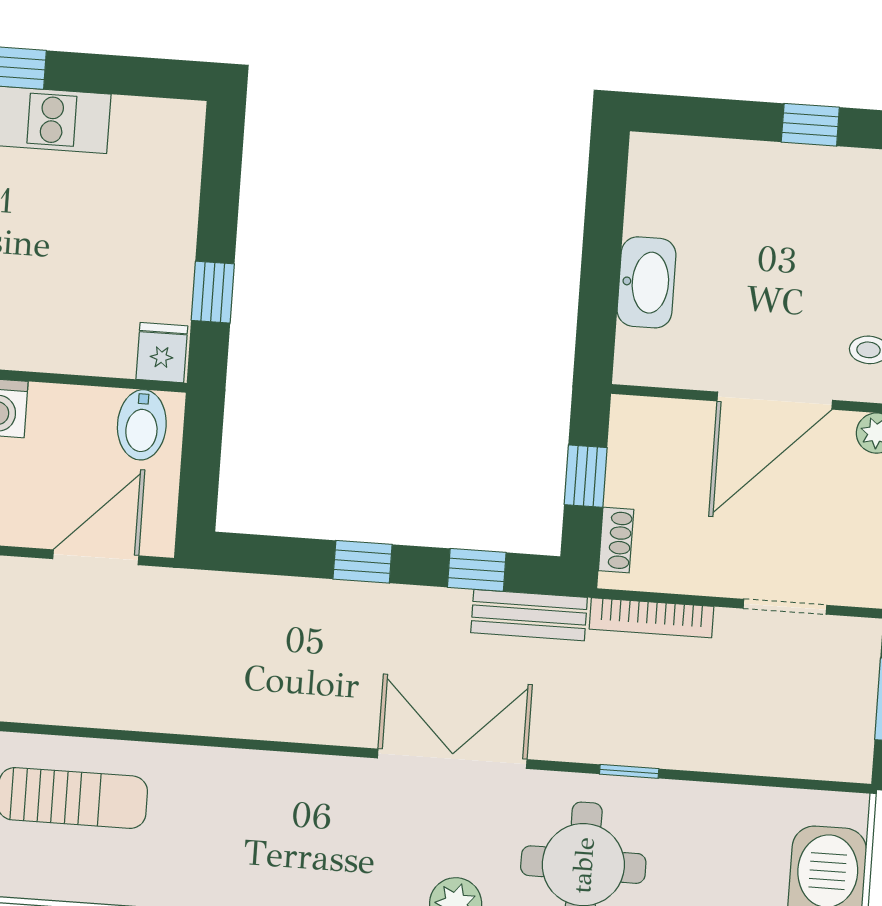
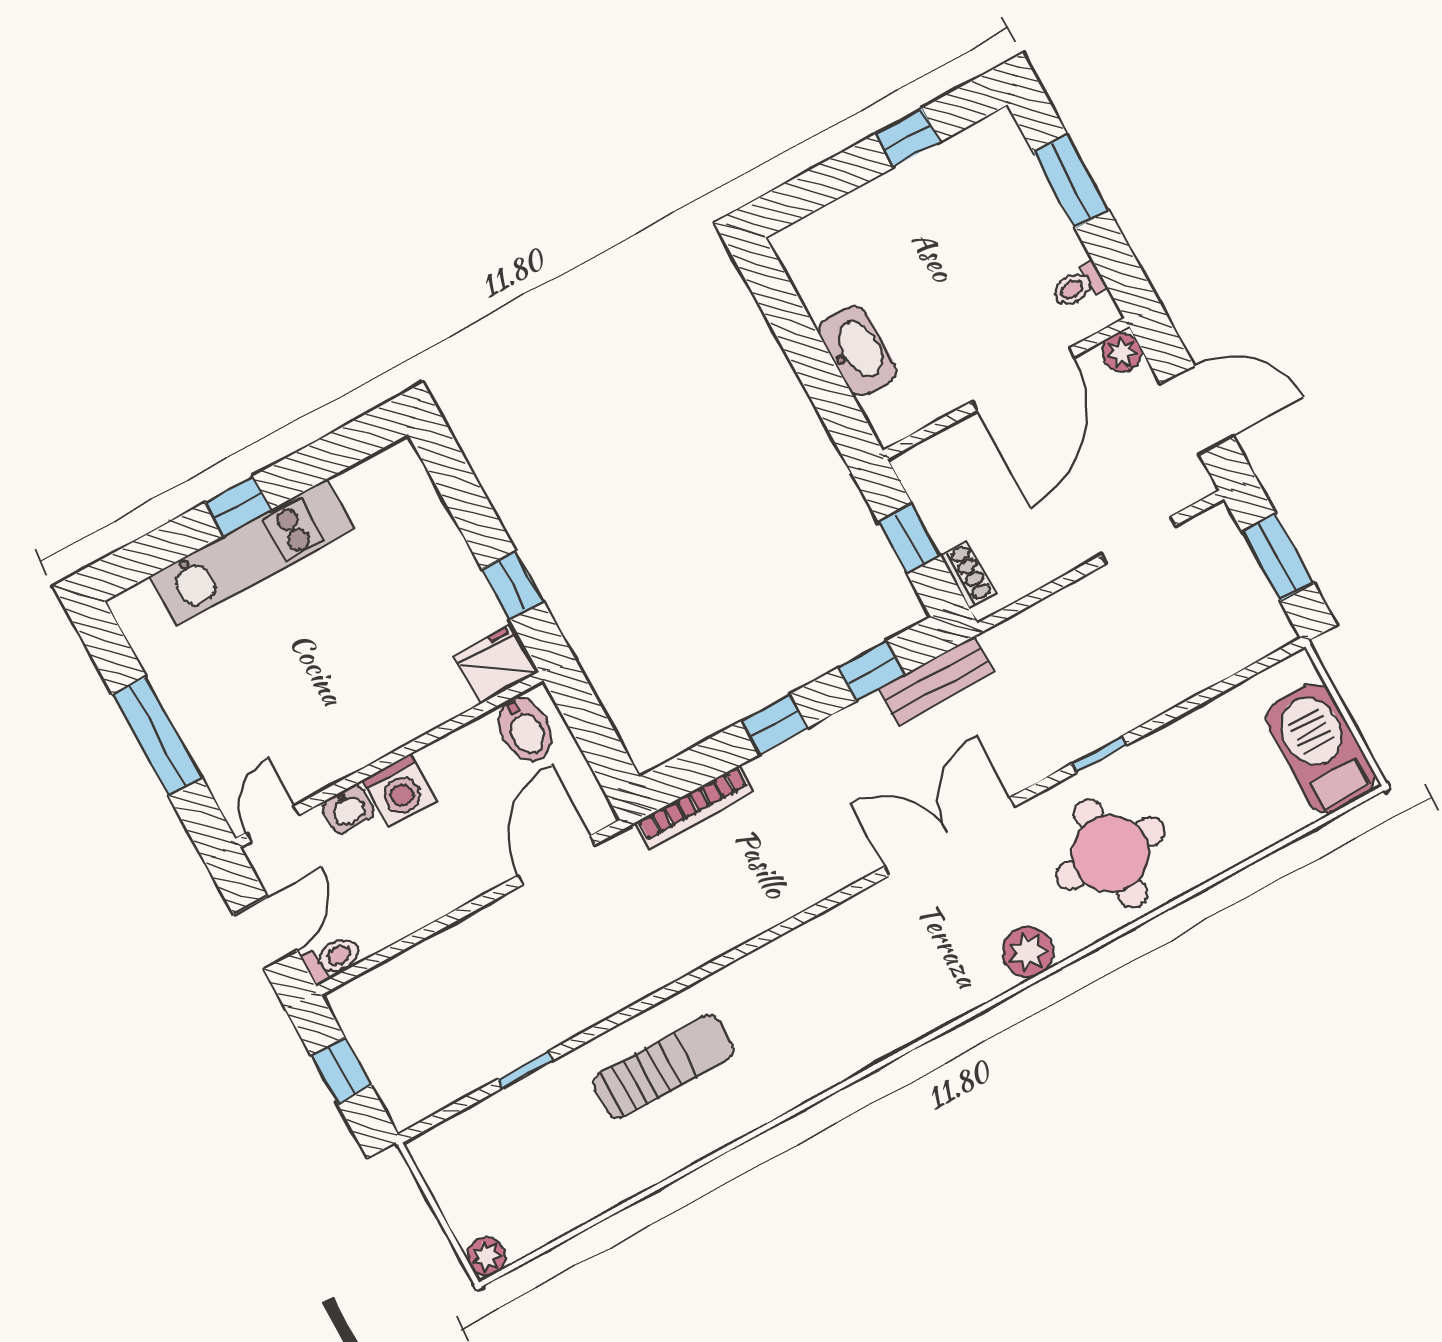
fridge: (162, 353) -> (495, 665), width x1.38
bookcase: (651, 618) -> (695, 807), moved

